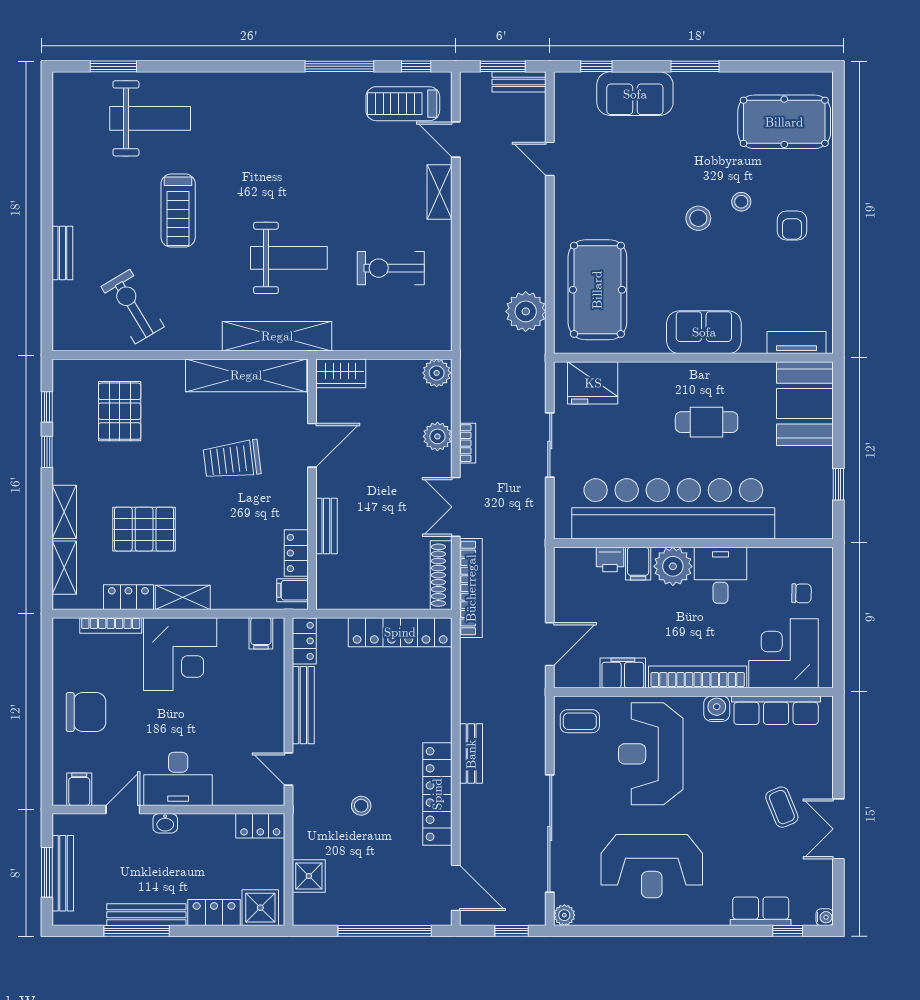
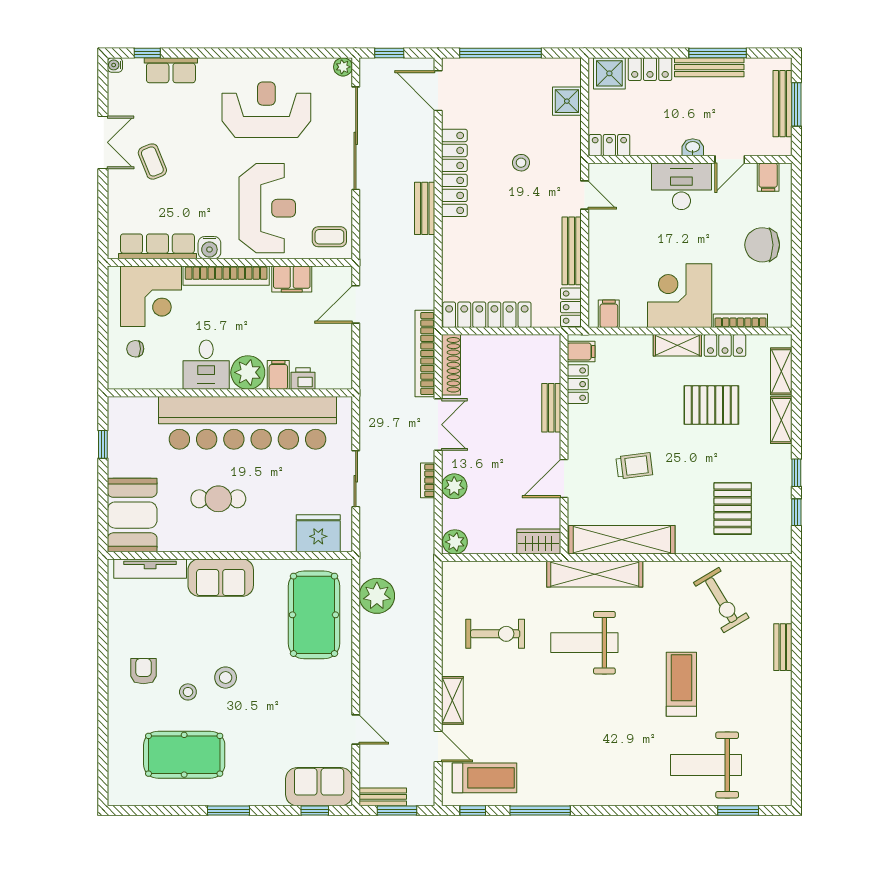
sofa: (635, 94) -> (319, 787), moved
pool table: (784, 122) -> (184, 755), moved
tv unit: (797, 343) -> (150, 569), width x1.41
trolley: (232, 460) -> (634, 466), width x0.73, depth x0.72

